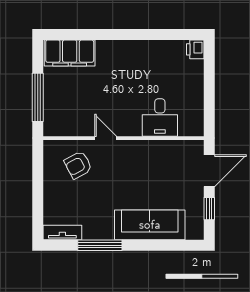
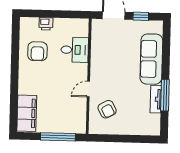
printer: (195, 49) -> (46, 24), moved
armchair: (157, 66) -> (37, 51), added
tv unit: (62, 233) -> (156, 99), moved

